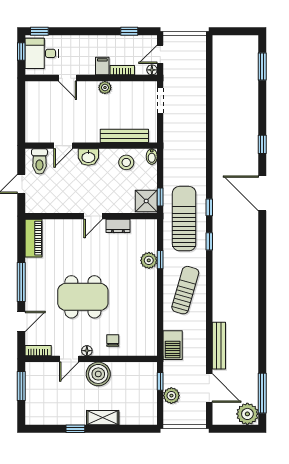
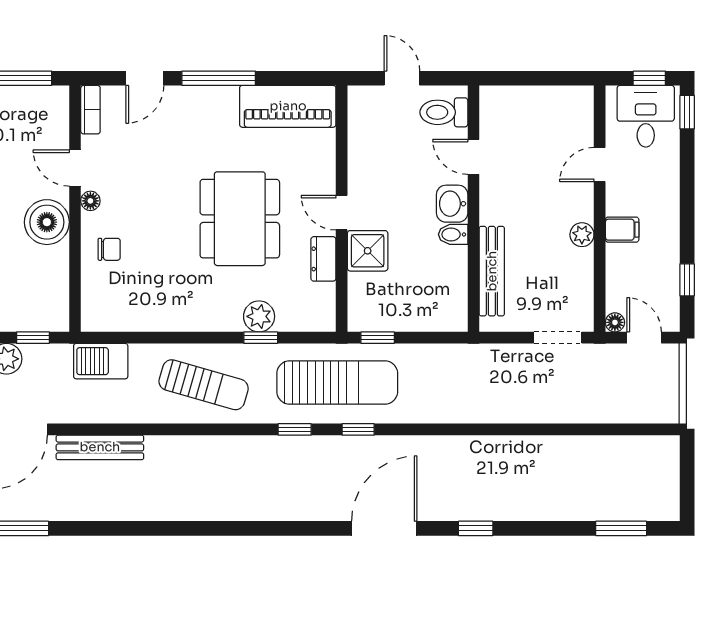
bookcase: (122, 70) -> (614, 267), removed
bidet: (152, 157) -> (453, 234), moved
stool: (126, 162) -> (442, 274), removed
shower: (146, 201) -> (368, 251), moved
piano: (34, 238) -> (288, 106), width x1.37, depth x1.33
dining table: (83, 297) -> (240, 219), moved
door: (21, 322) -> (145, 78), hinge flipped

